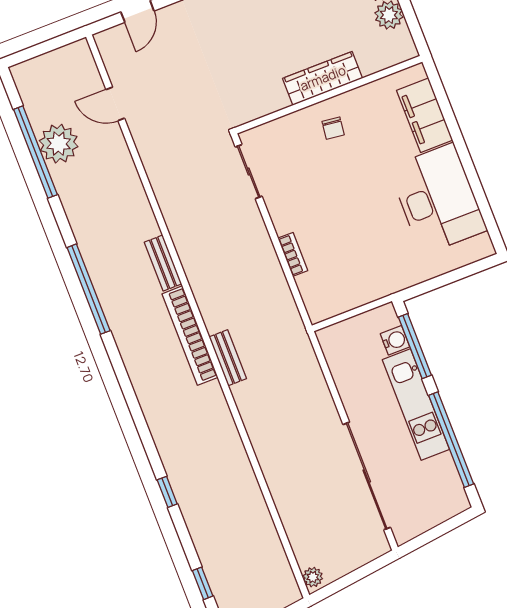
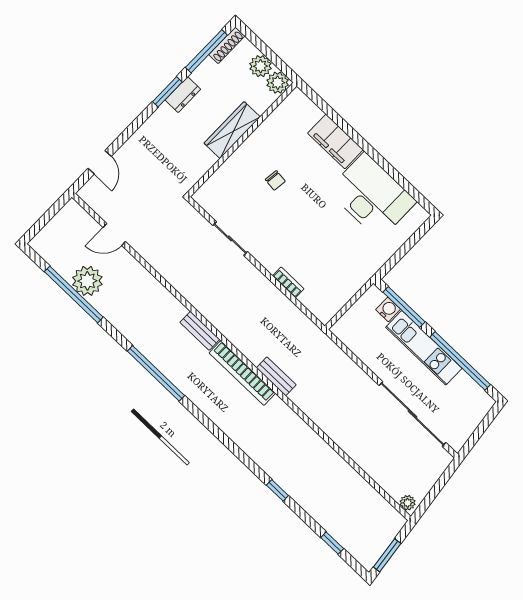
wardrobe: (323, 78) -> (232, 130), moved
wall: (329, 95) -> (242, 140), moved

